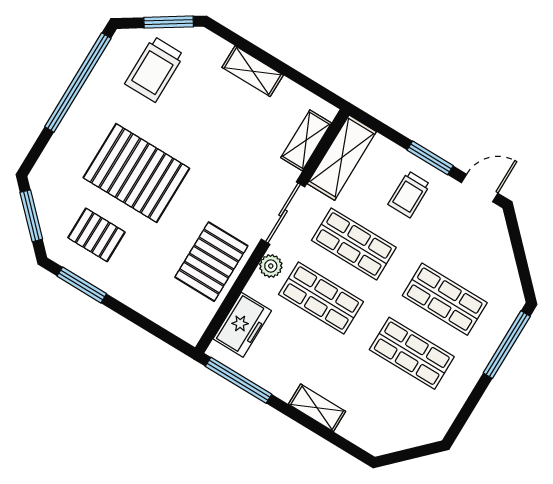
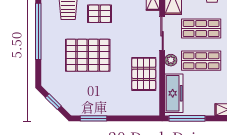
window: (31, 216) -> (53, 102), width x0.67
pallet: (96, 235) -> (100, 14), moved
freezer: (242, 325) -> (174, 93), width x1.40

